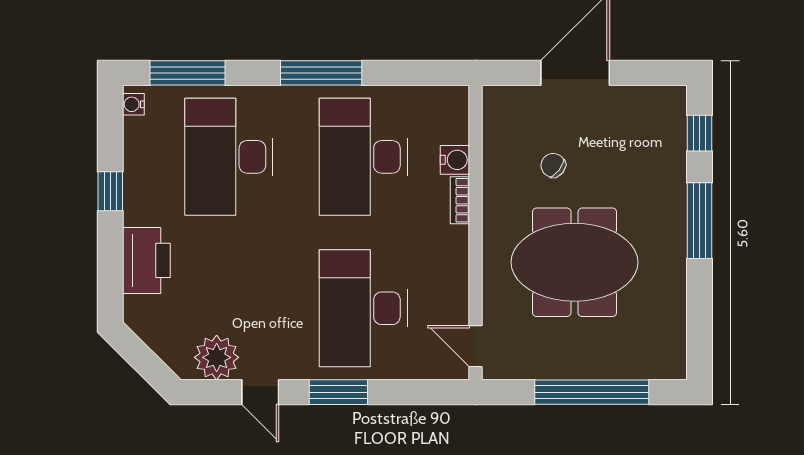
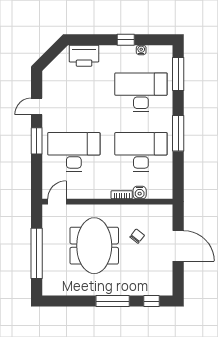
water cooler: (133, 104) -> (141, 50), moved
printer: (146, 260) -> (84, 56), moved
plant: (217, 357) -> (52, 87), removed

